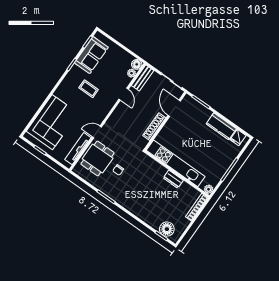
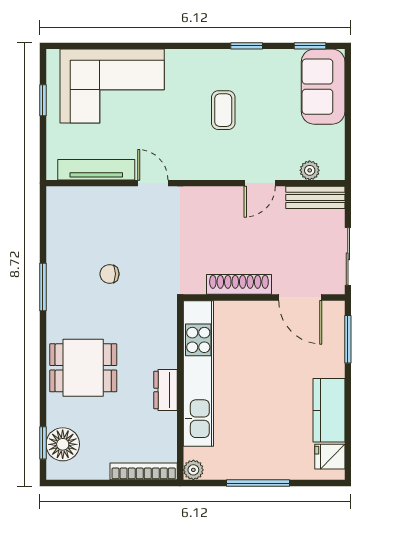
sofa: (91, 55) -> (323, 87), moved, turned 90
floor lamp: (137, 64) -> (333, 168), removed
door: (174, 108) -> (300, 298), swing flipped
dining table: (98, 158) -> (83, 368), moved

